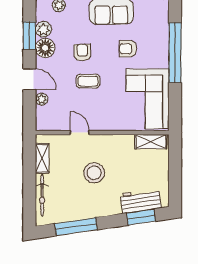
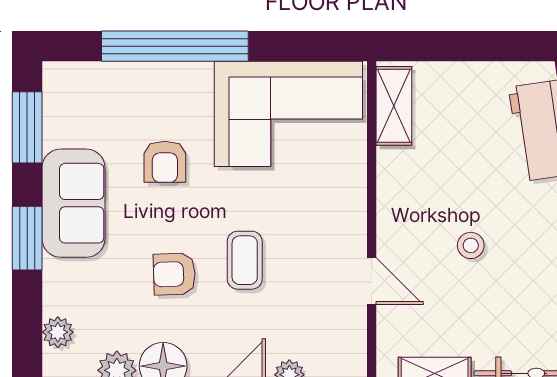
door: (80, 133) -> (372, 281), swing flipped
stool: (94, 173) -> (471, 245), width x0.53, depth x0.53

